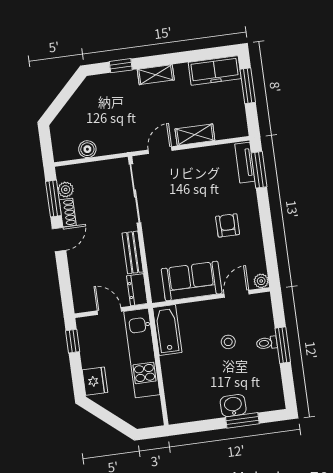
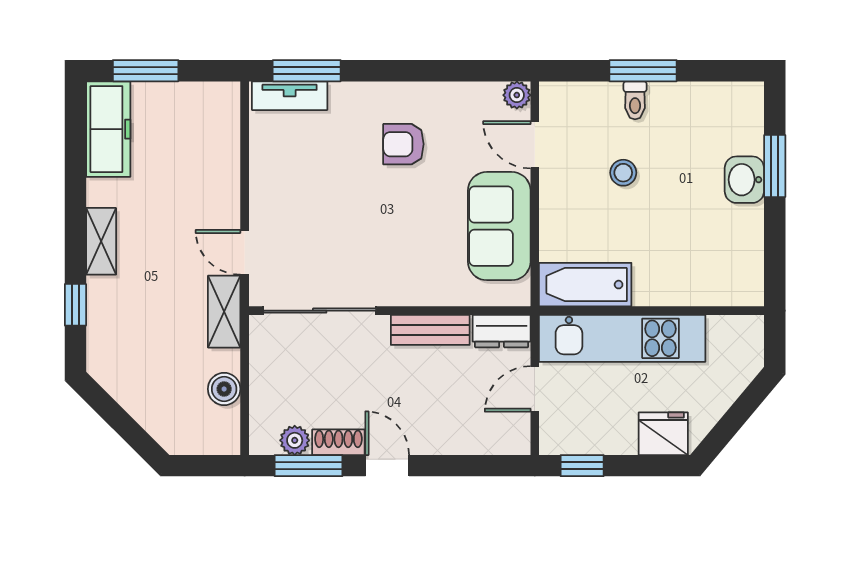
shelving: (195, 135) -> (224, 312), moved

